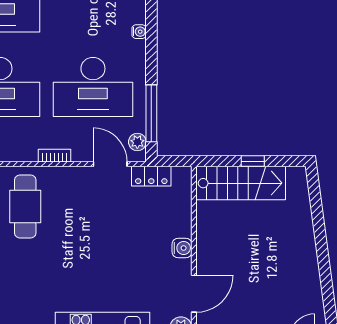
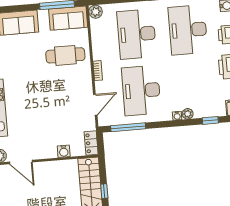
plant: (137, 142) -> (188, 114), moved
locker: (151, 176) -> (91, 143), moved
water cooler: (182, 248) -> (64, 151), moved

